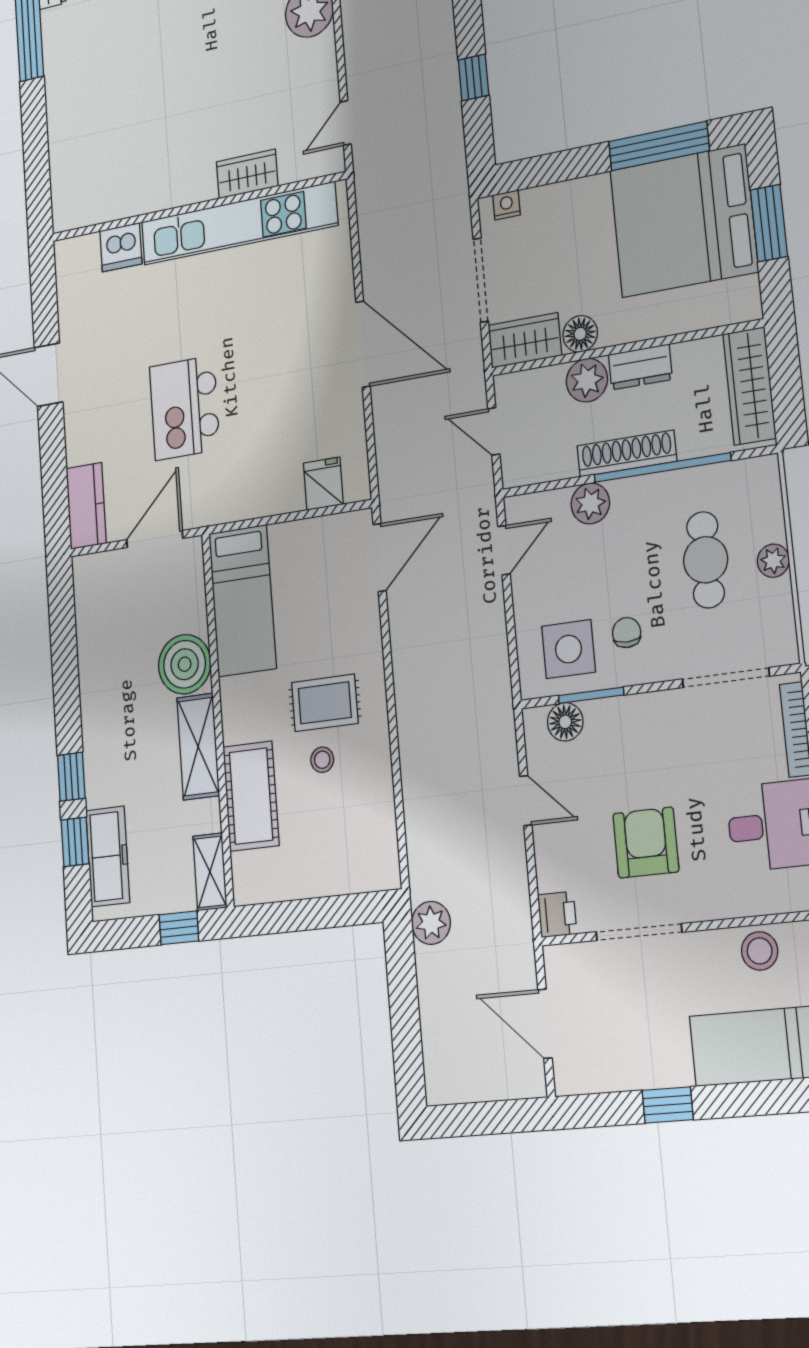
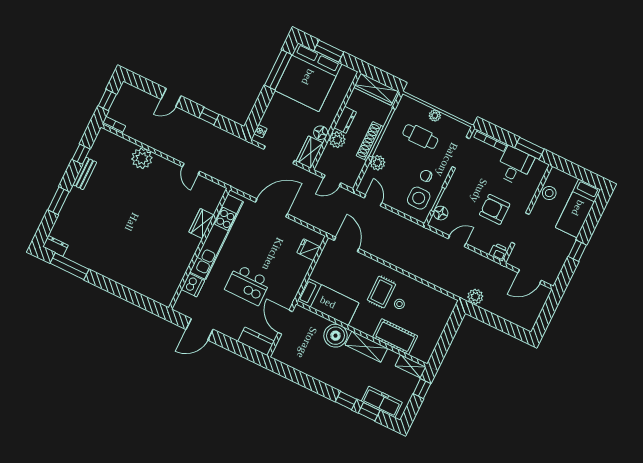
wardrobe: (247, 174) -> (201, 224), moved
wall: (196, 207) -> (199, 249), moved
kitchen unit: (239, 224) -> (217, 237), moved
dishwasher: (121, 247) -> (193, 285), moved

